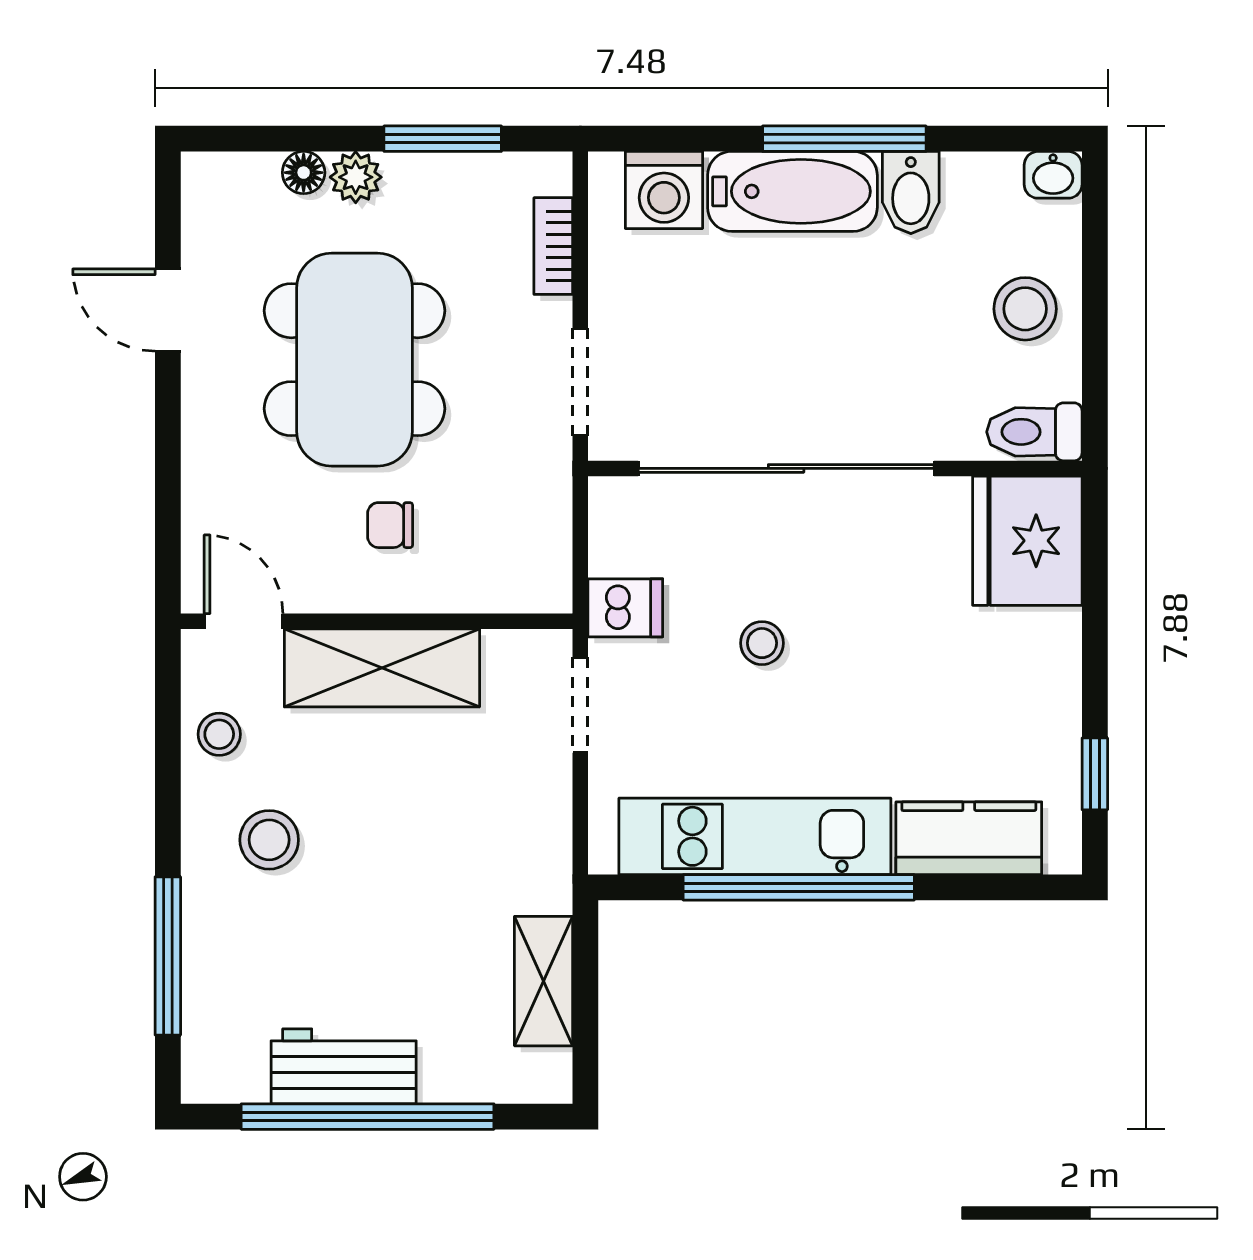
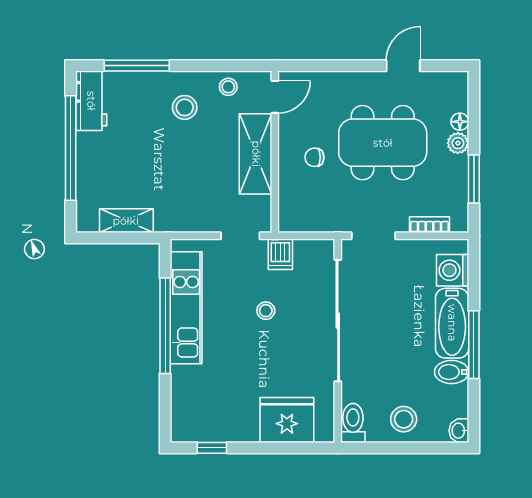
chair: (390, 525) -> (314, 157), turned -90
fridge: (1027, 541) -> (287, 420), moved
kitchen counter: (969, 838) -> (185, 396), removed
workbench: (344, 1066) -> (91, 101), moved

